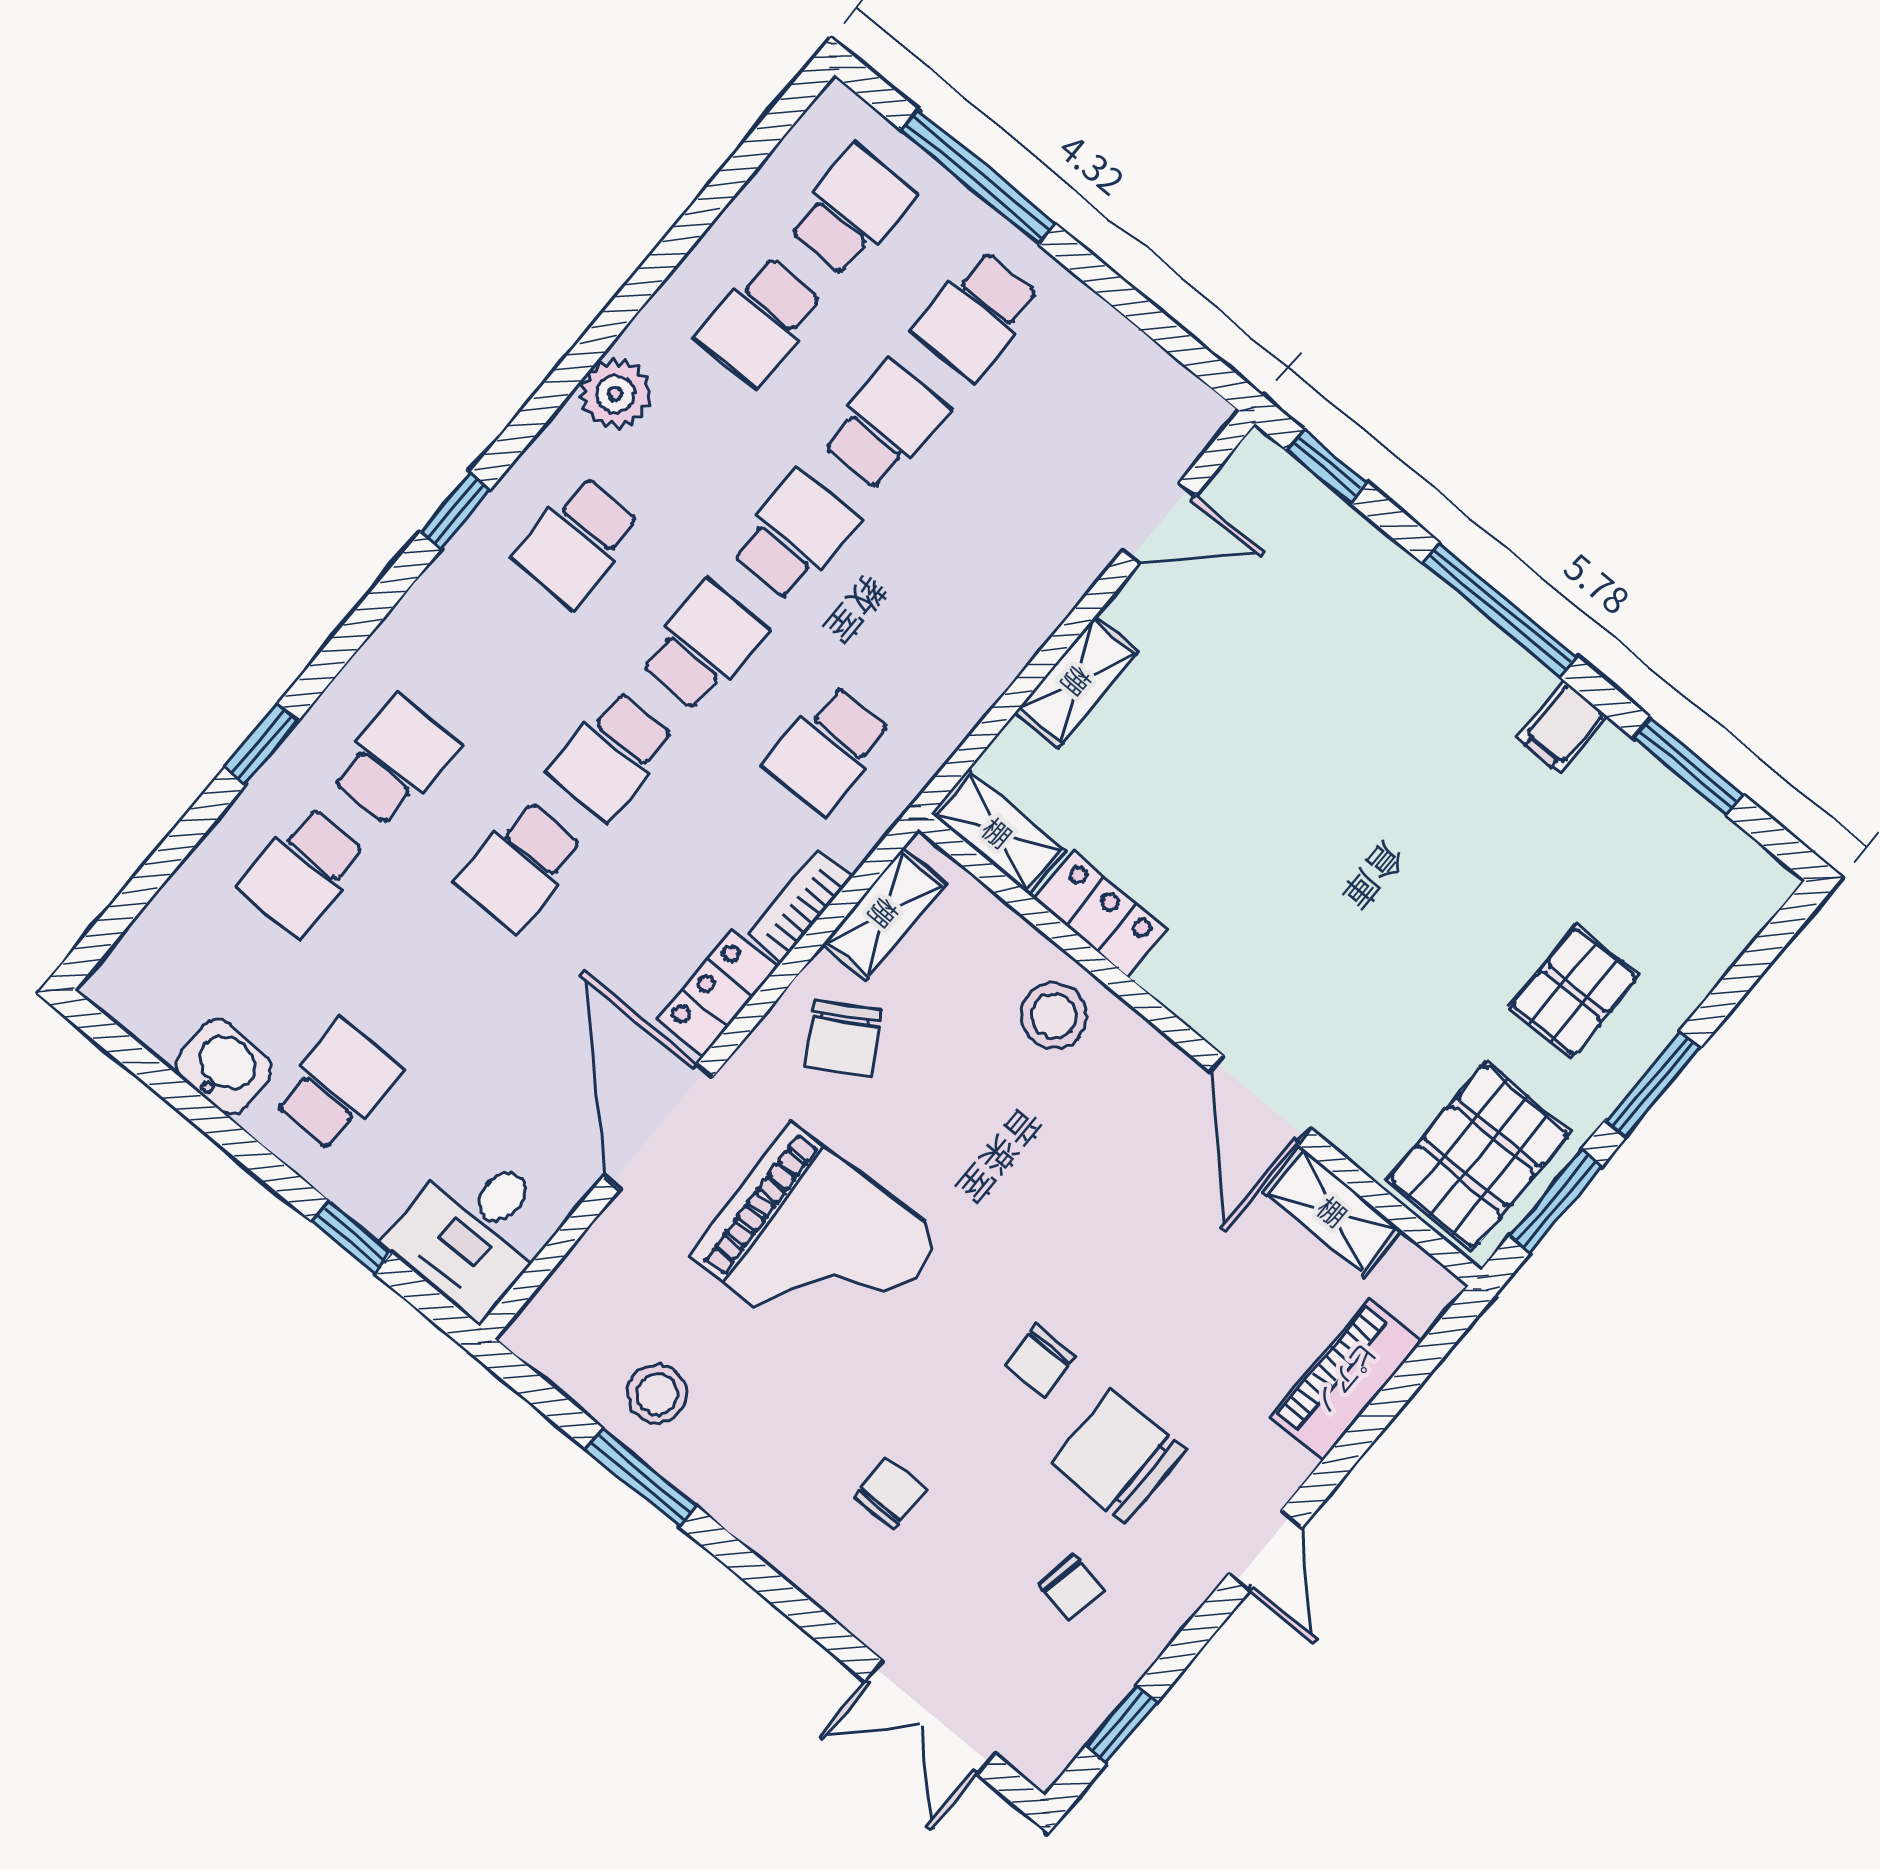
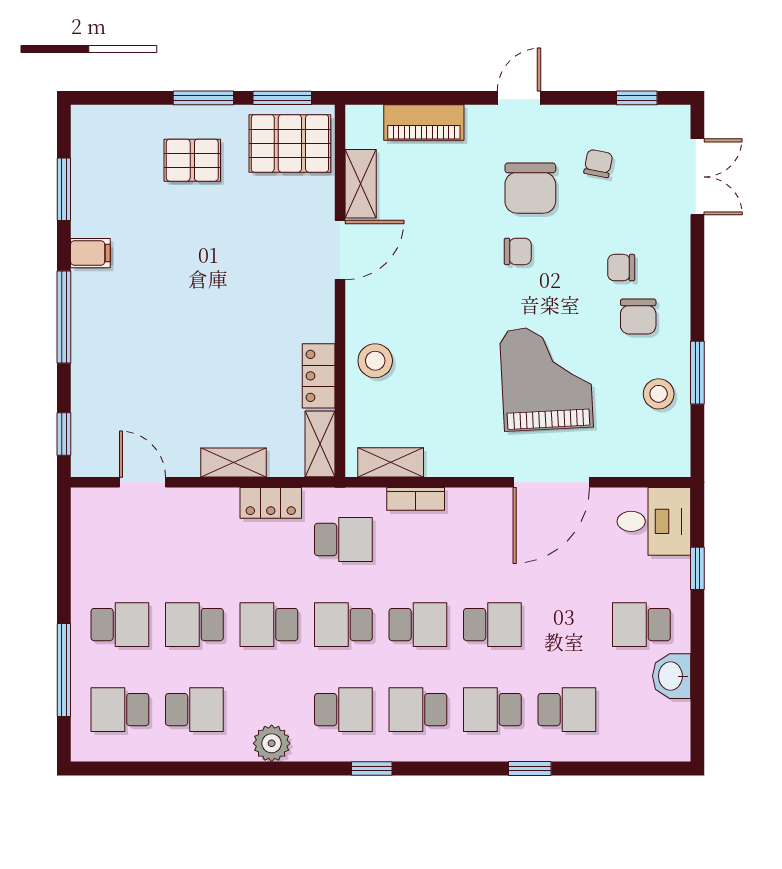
school desk: (486, 651) -> (418, 710), added
locker: (718, 993) -> (271, 503), moved
chair: (843, 1039) -> (638, 317), moved, turned 121

